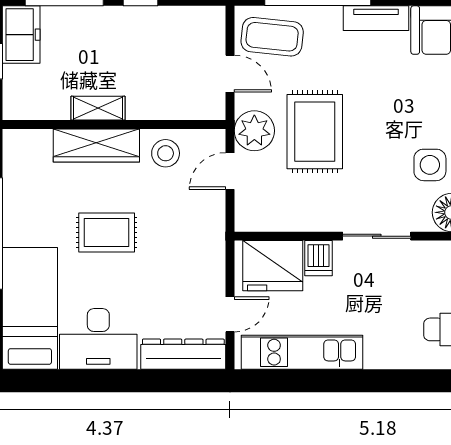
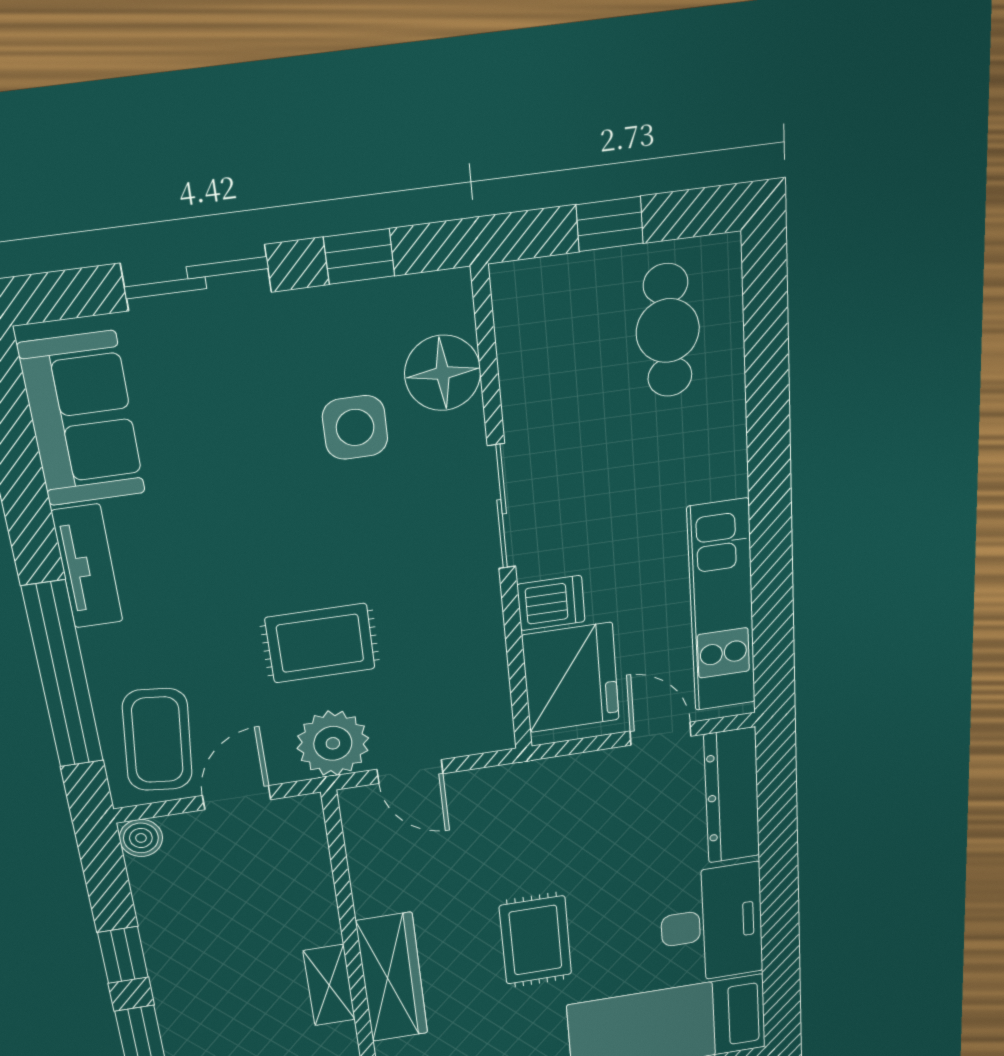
boiler: (214, 18) -> (141, 838), added
rug: (315, 132) -> (320, 643), width x0.73, depth x0.70
stool: (166, 153) -> (392, 875), removed

